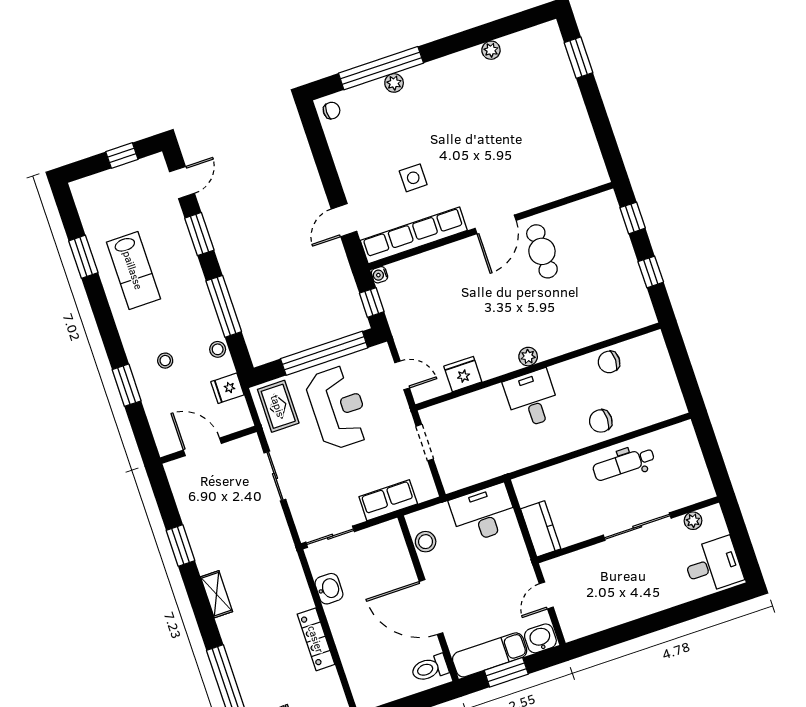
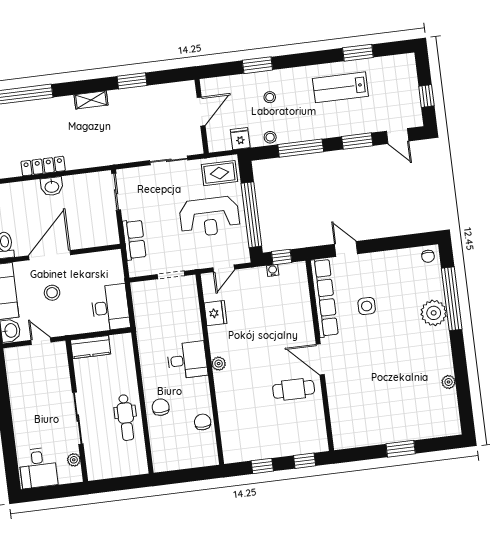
window: (579, 58) -> (401, 449), moved
plant: (394, 83) -> (434, 313), width x1.87, depth x1.87
water cooler: (380, 275) -> (273, 270), moved
dental chair: (624, 464) -> (126, 418), turned 180
stool: (426, 542) -> (52, 293), moved
washbasin: (329, 589) -> (52, 186), moved

